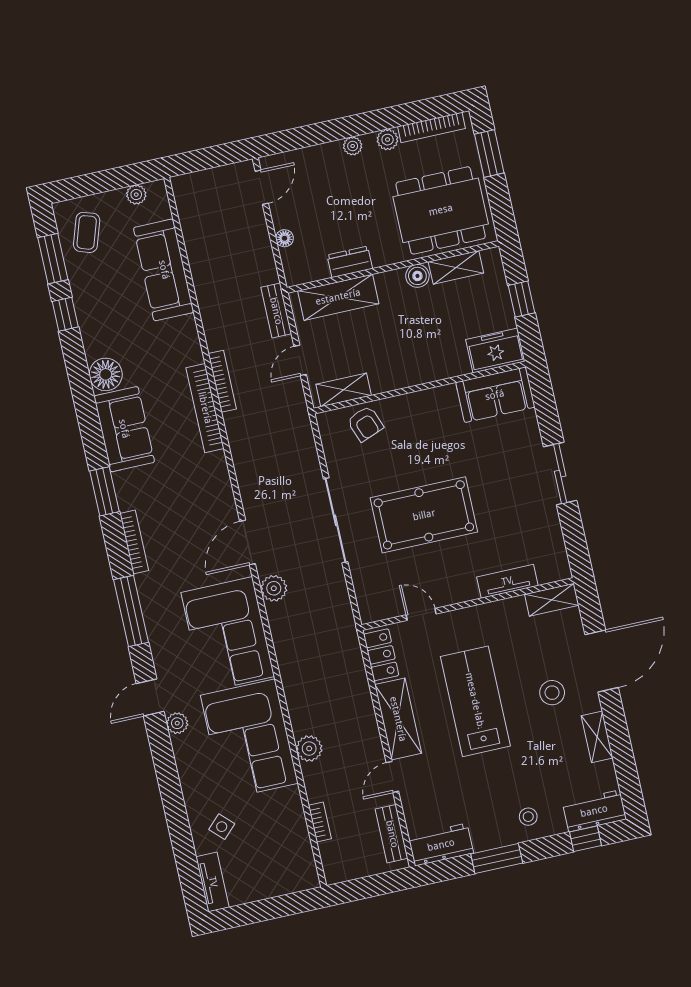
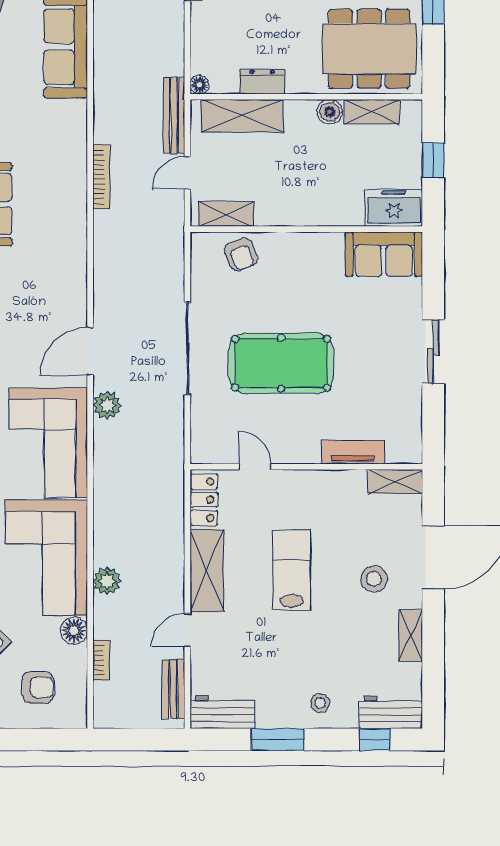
floor lamp: (285, 238) -> (199, 85), moved
bench: (276, 311) -> (174, 115), width x1.36
bookcase: (205, 408) -> (77, 201), removed
lab bench: (475, 701) -> (292, 570), width x0.73, depth x0.72
floor lamp: (289, 800) -> (74, 631), added
armchair: (268, 859) -> (38, 687), added

